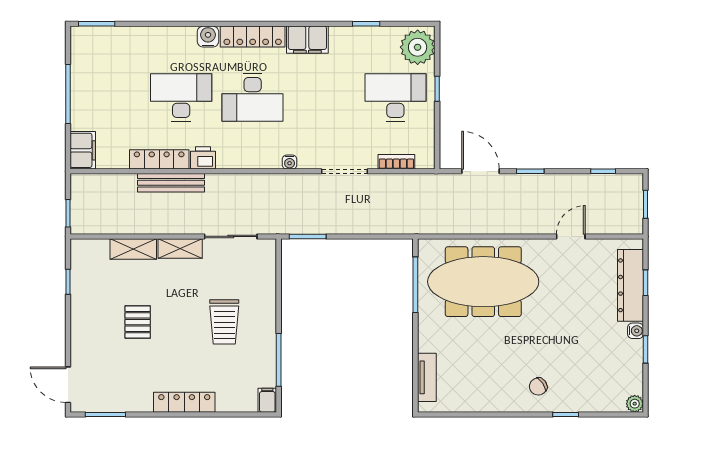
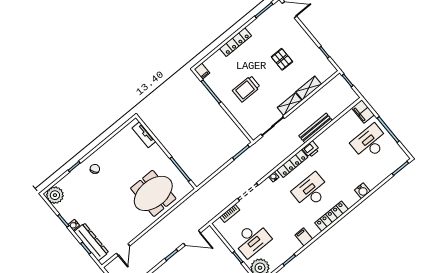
water cooler: (208, 37) -> (362, 191), moved
filing cabinet: (307, 40) -> (304, 237), width x0.50
desk: (181, 97) -> (370, 142), moved, turned 180
locker: (159, 159) -> (292, 163), moved
door: (571, 236) -> (123, 250), moved
meeting table: (483, 282) -> (153, 193), width x0.73
trolley: (224, 322) -> (246, 89), turned -90
plant: (635, 404) -> (55, 195), width x1.88, depth x1.88

